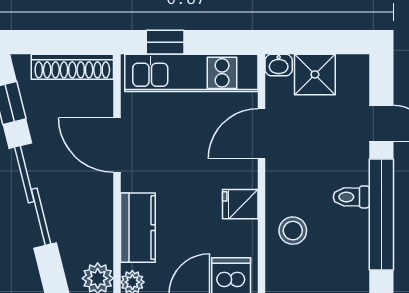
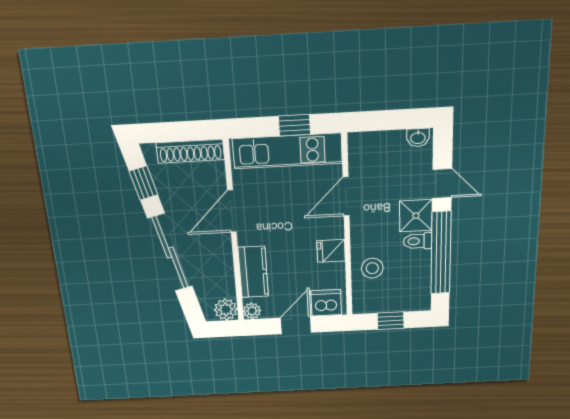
window: (165, 42) -> (294, 125), moved
washbasin: (279, 65) -> (418, 138), moved
shower: (315, 74) -> (416, 216), moved
door: (117, 145) -> (232, 211), hinge flipped

